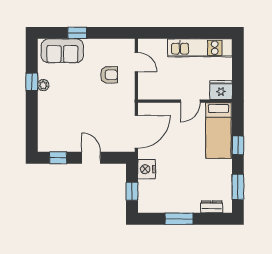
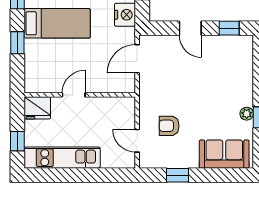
window: (77, 33) -> (178, 175), moved
window: (238, 62) -> (17, 141), added
bed: (218, 131) -> (57, 23), moved, turned 90
door: (136, 132) -> (137, 59), width x0.73

